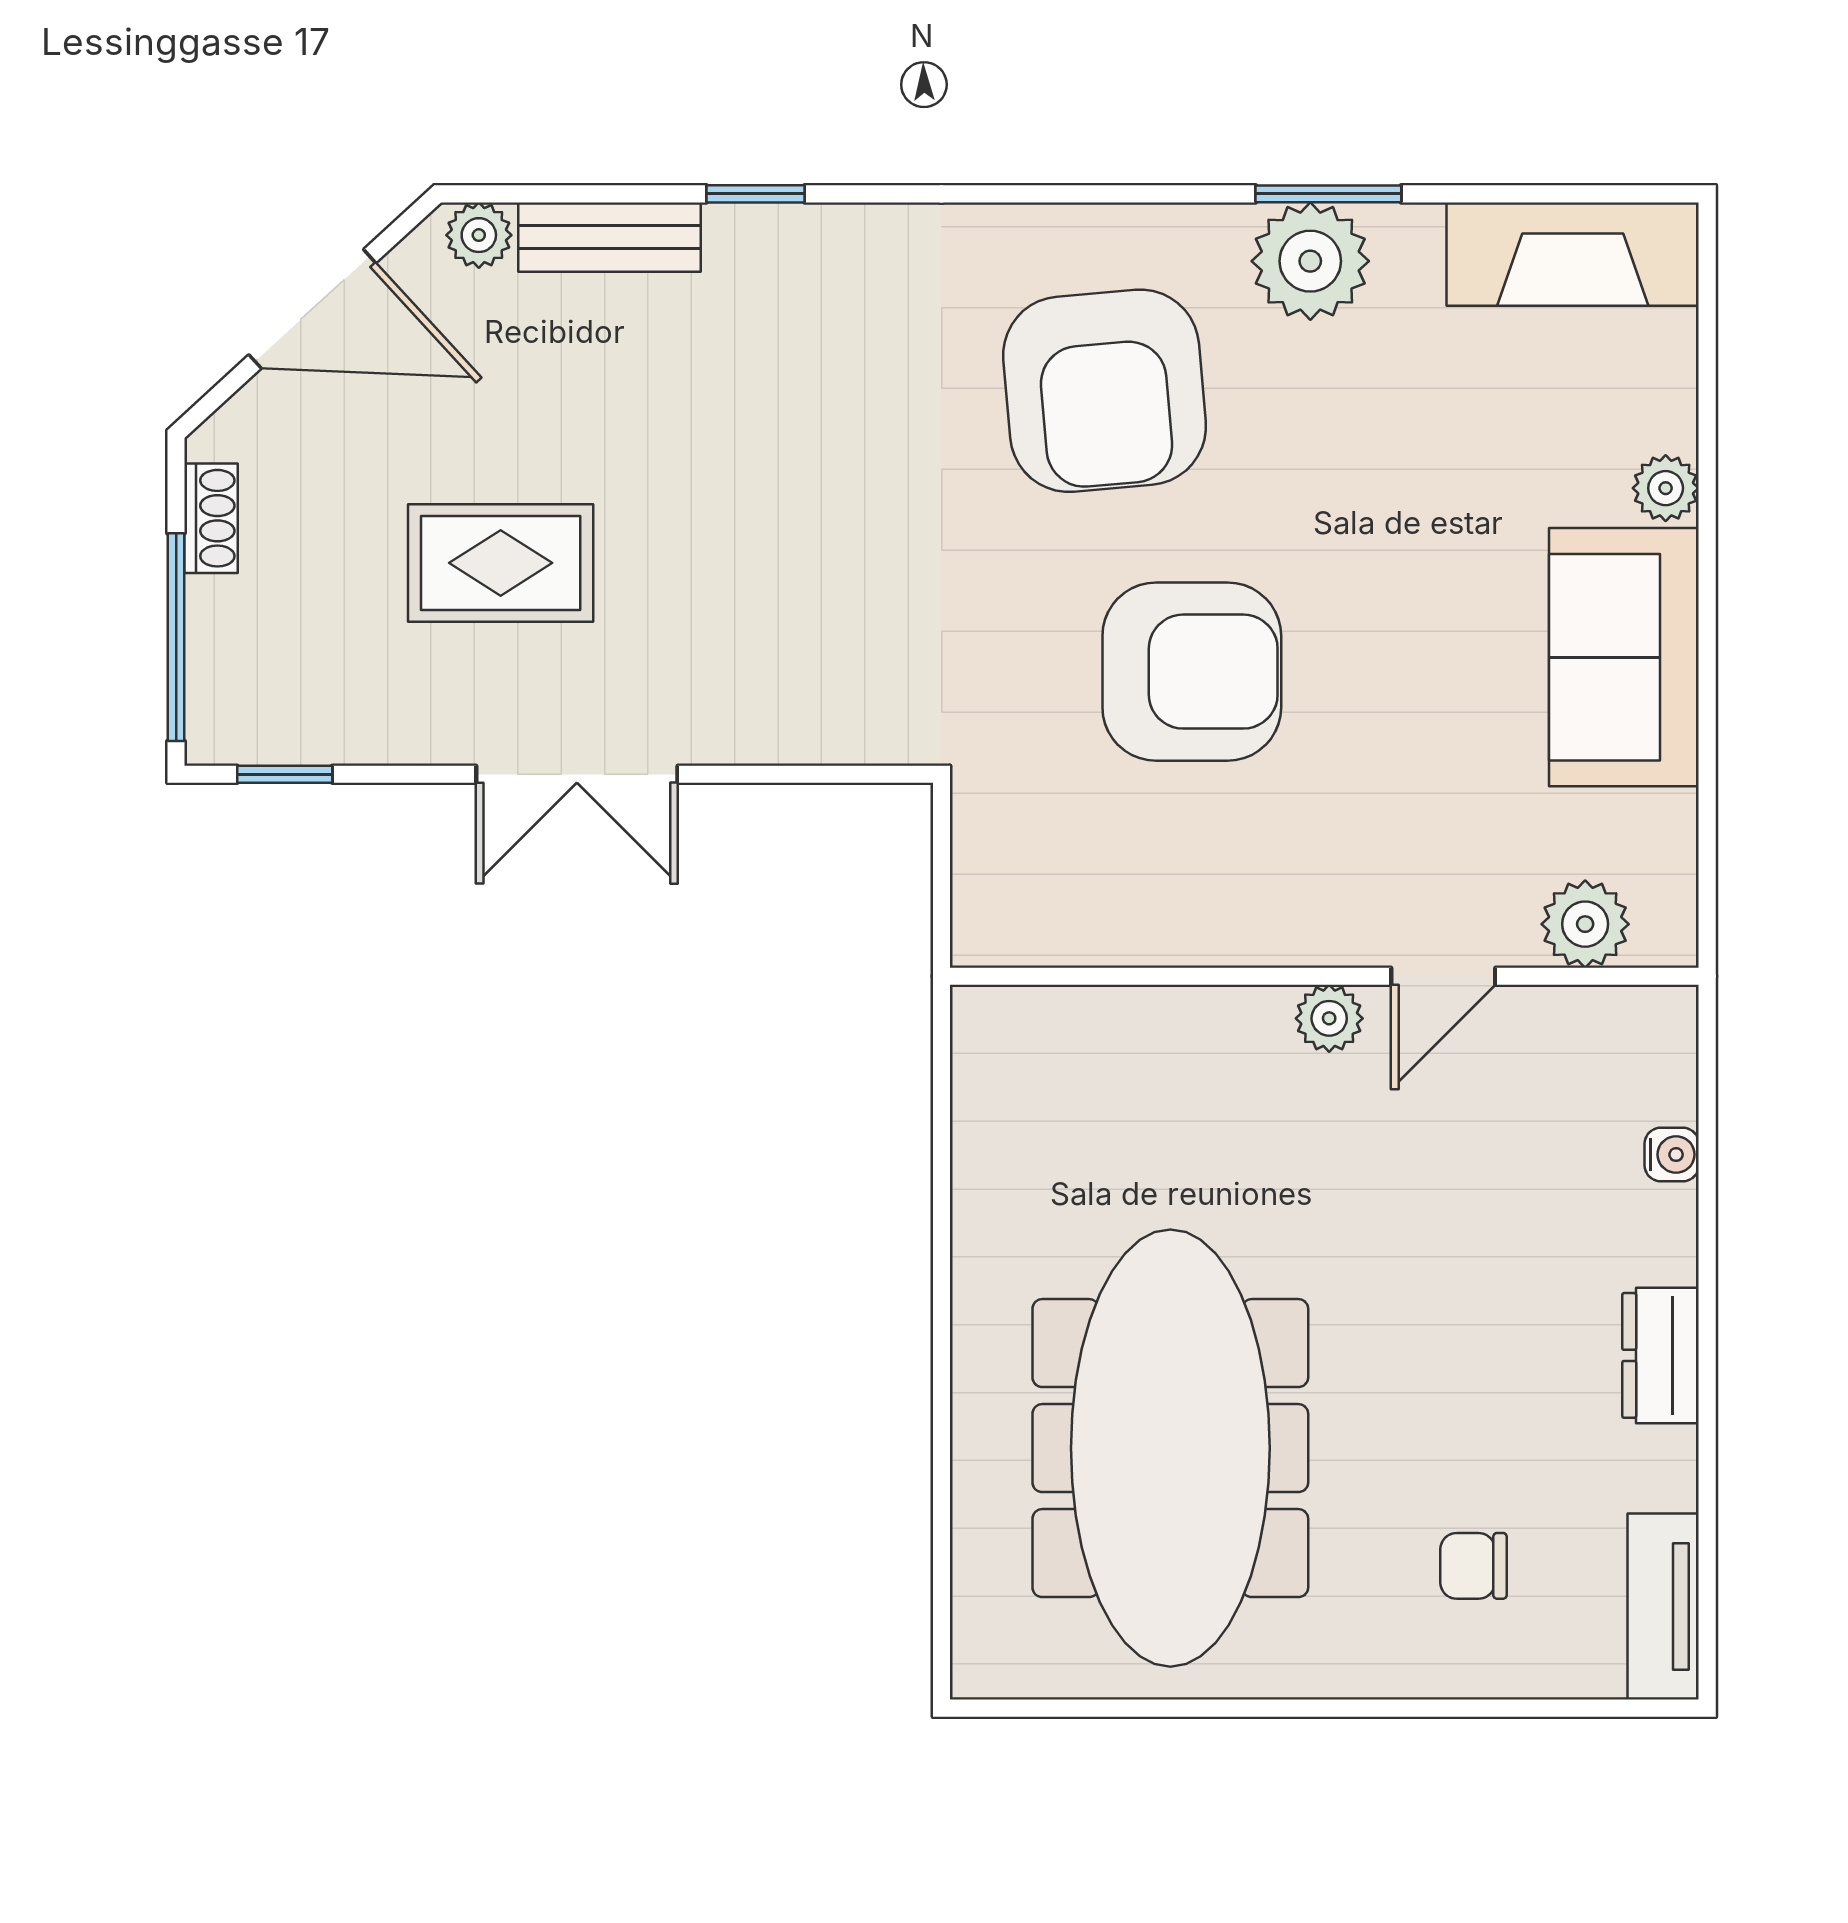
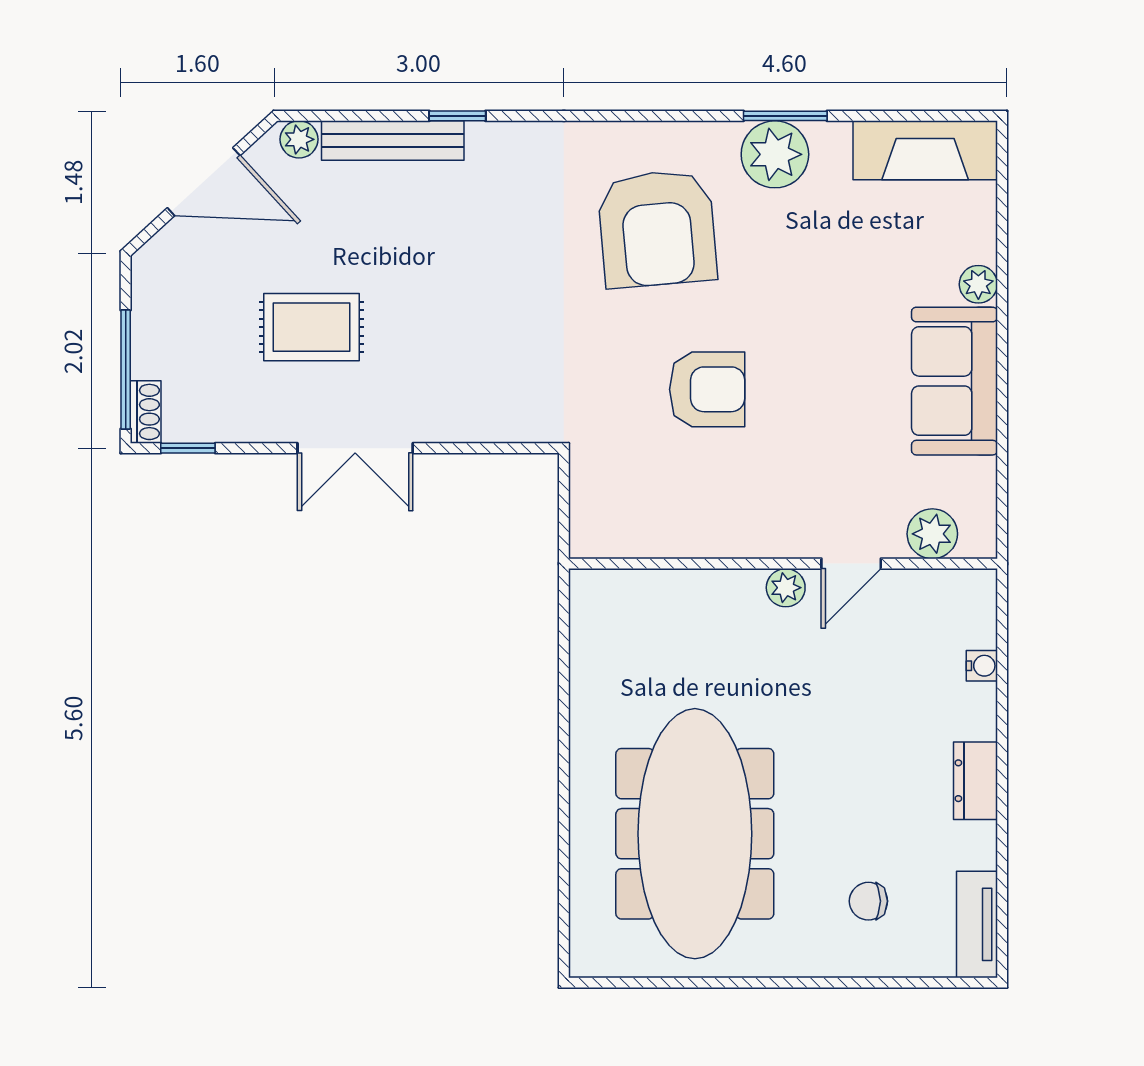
bench: (610, 237) -> (393, 141), width x1.36
shoe rack: (211, 518) -> (146, 412), moved
armchair: (1192, 672) -> (707, 389), width x0.73, depth x0.73

